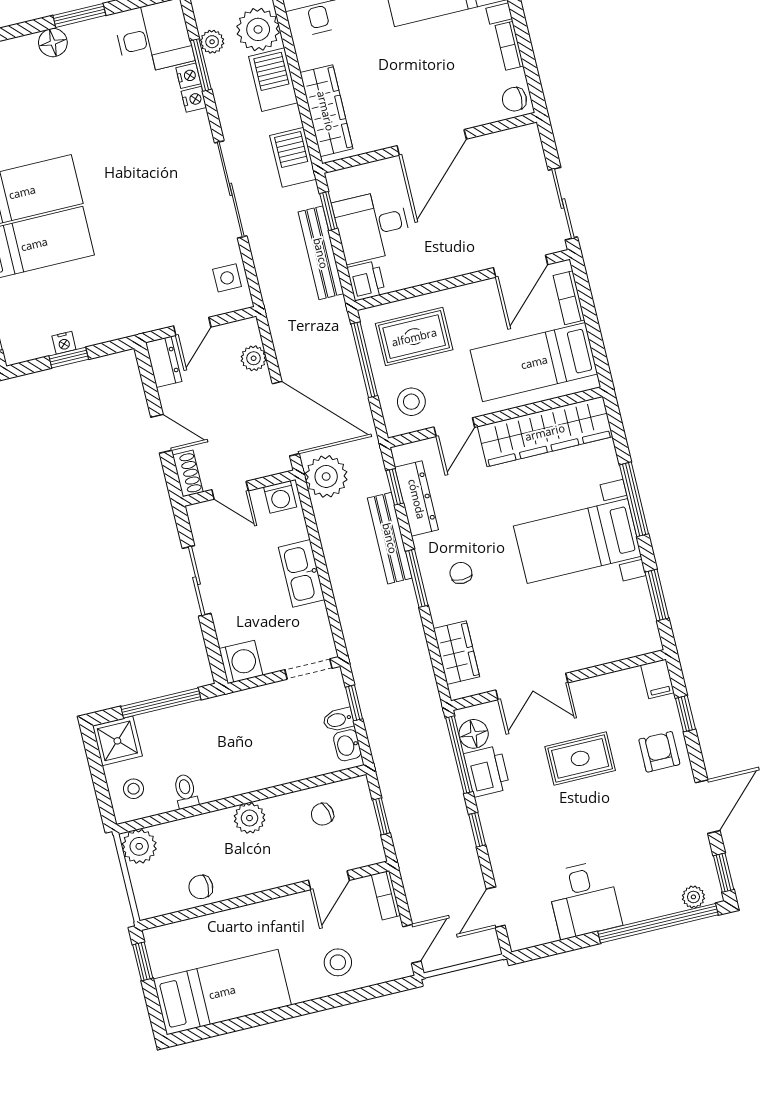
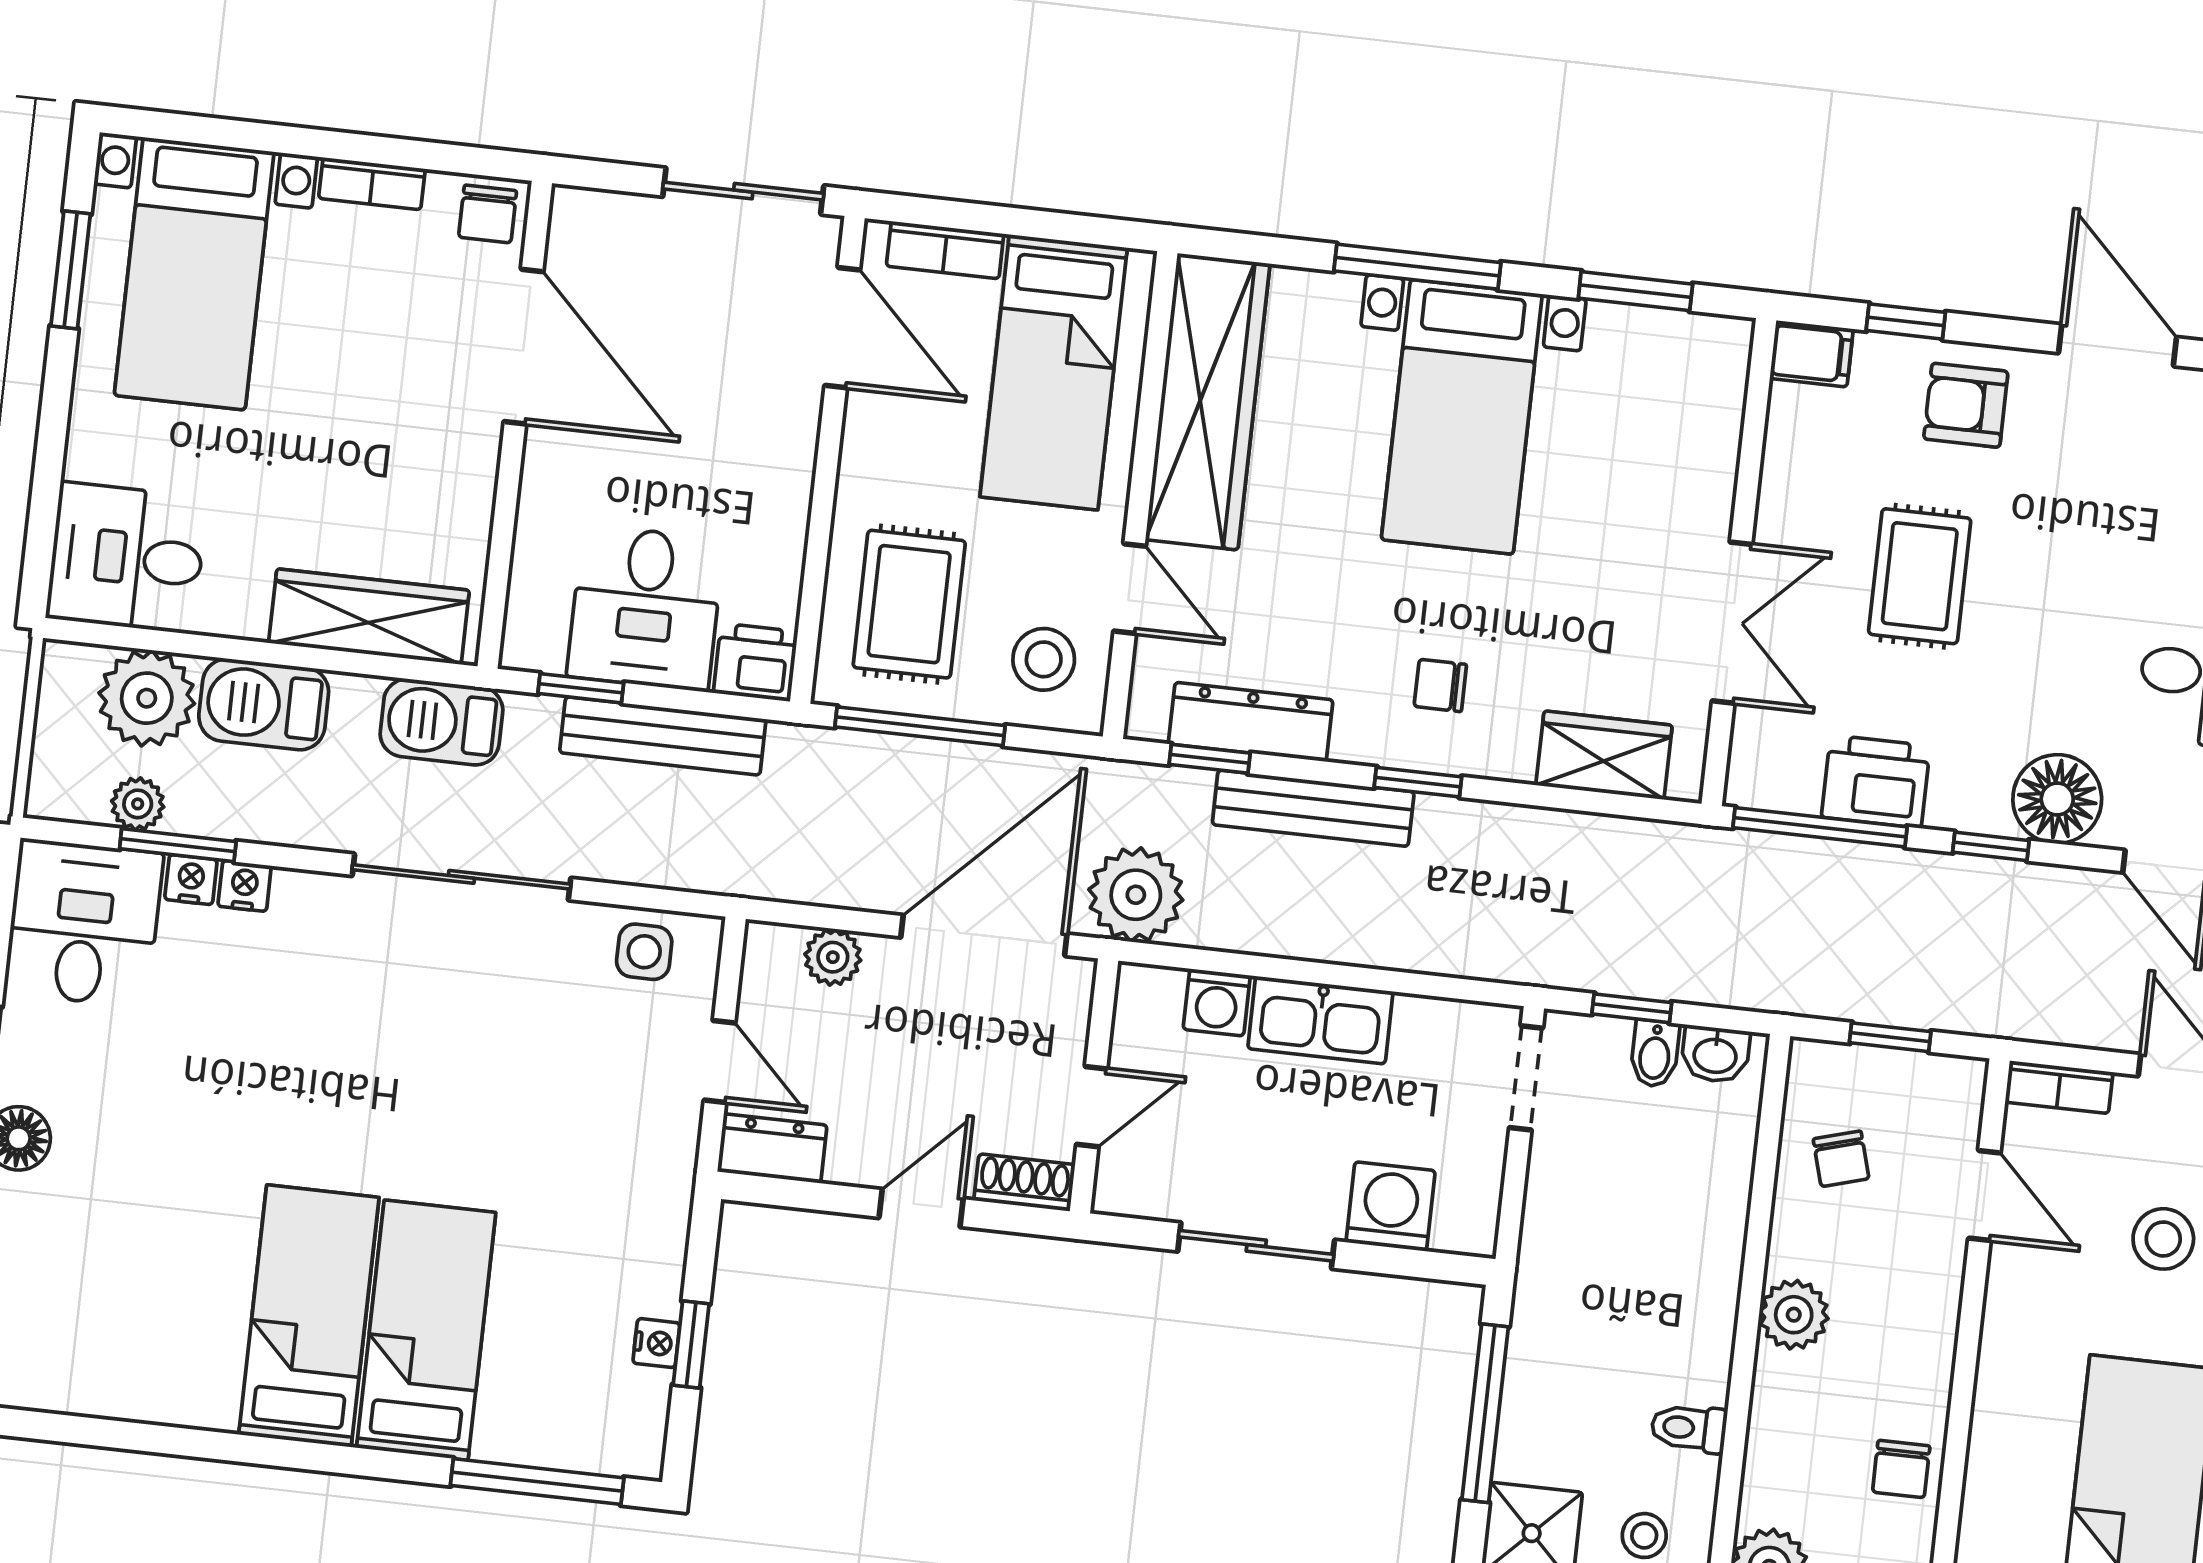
door: (432, 142) -> (523, 347), moved
washing machine: (280, 497) -> (1217, 1002), moved, turned 90
window: (417, 578) -> (1418, 782), width x0.67
washing machine: (241, 662) -> (1391, 1206), moved
floor lamp: (474, 734) -> (2057, 799), moved, width x1.38, depth x1.38

